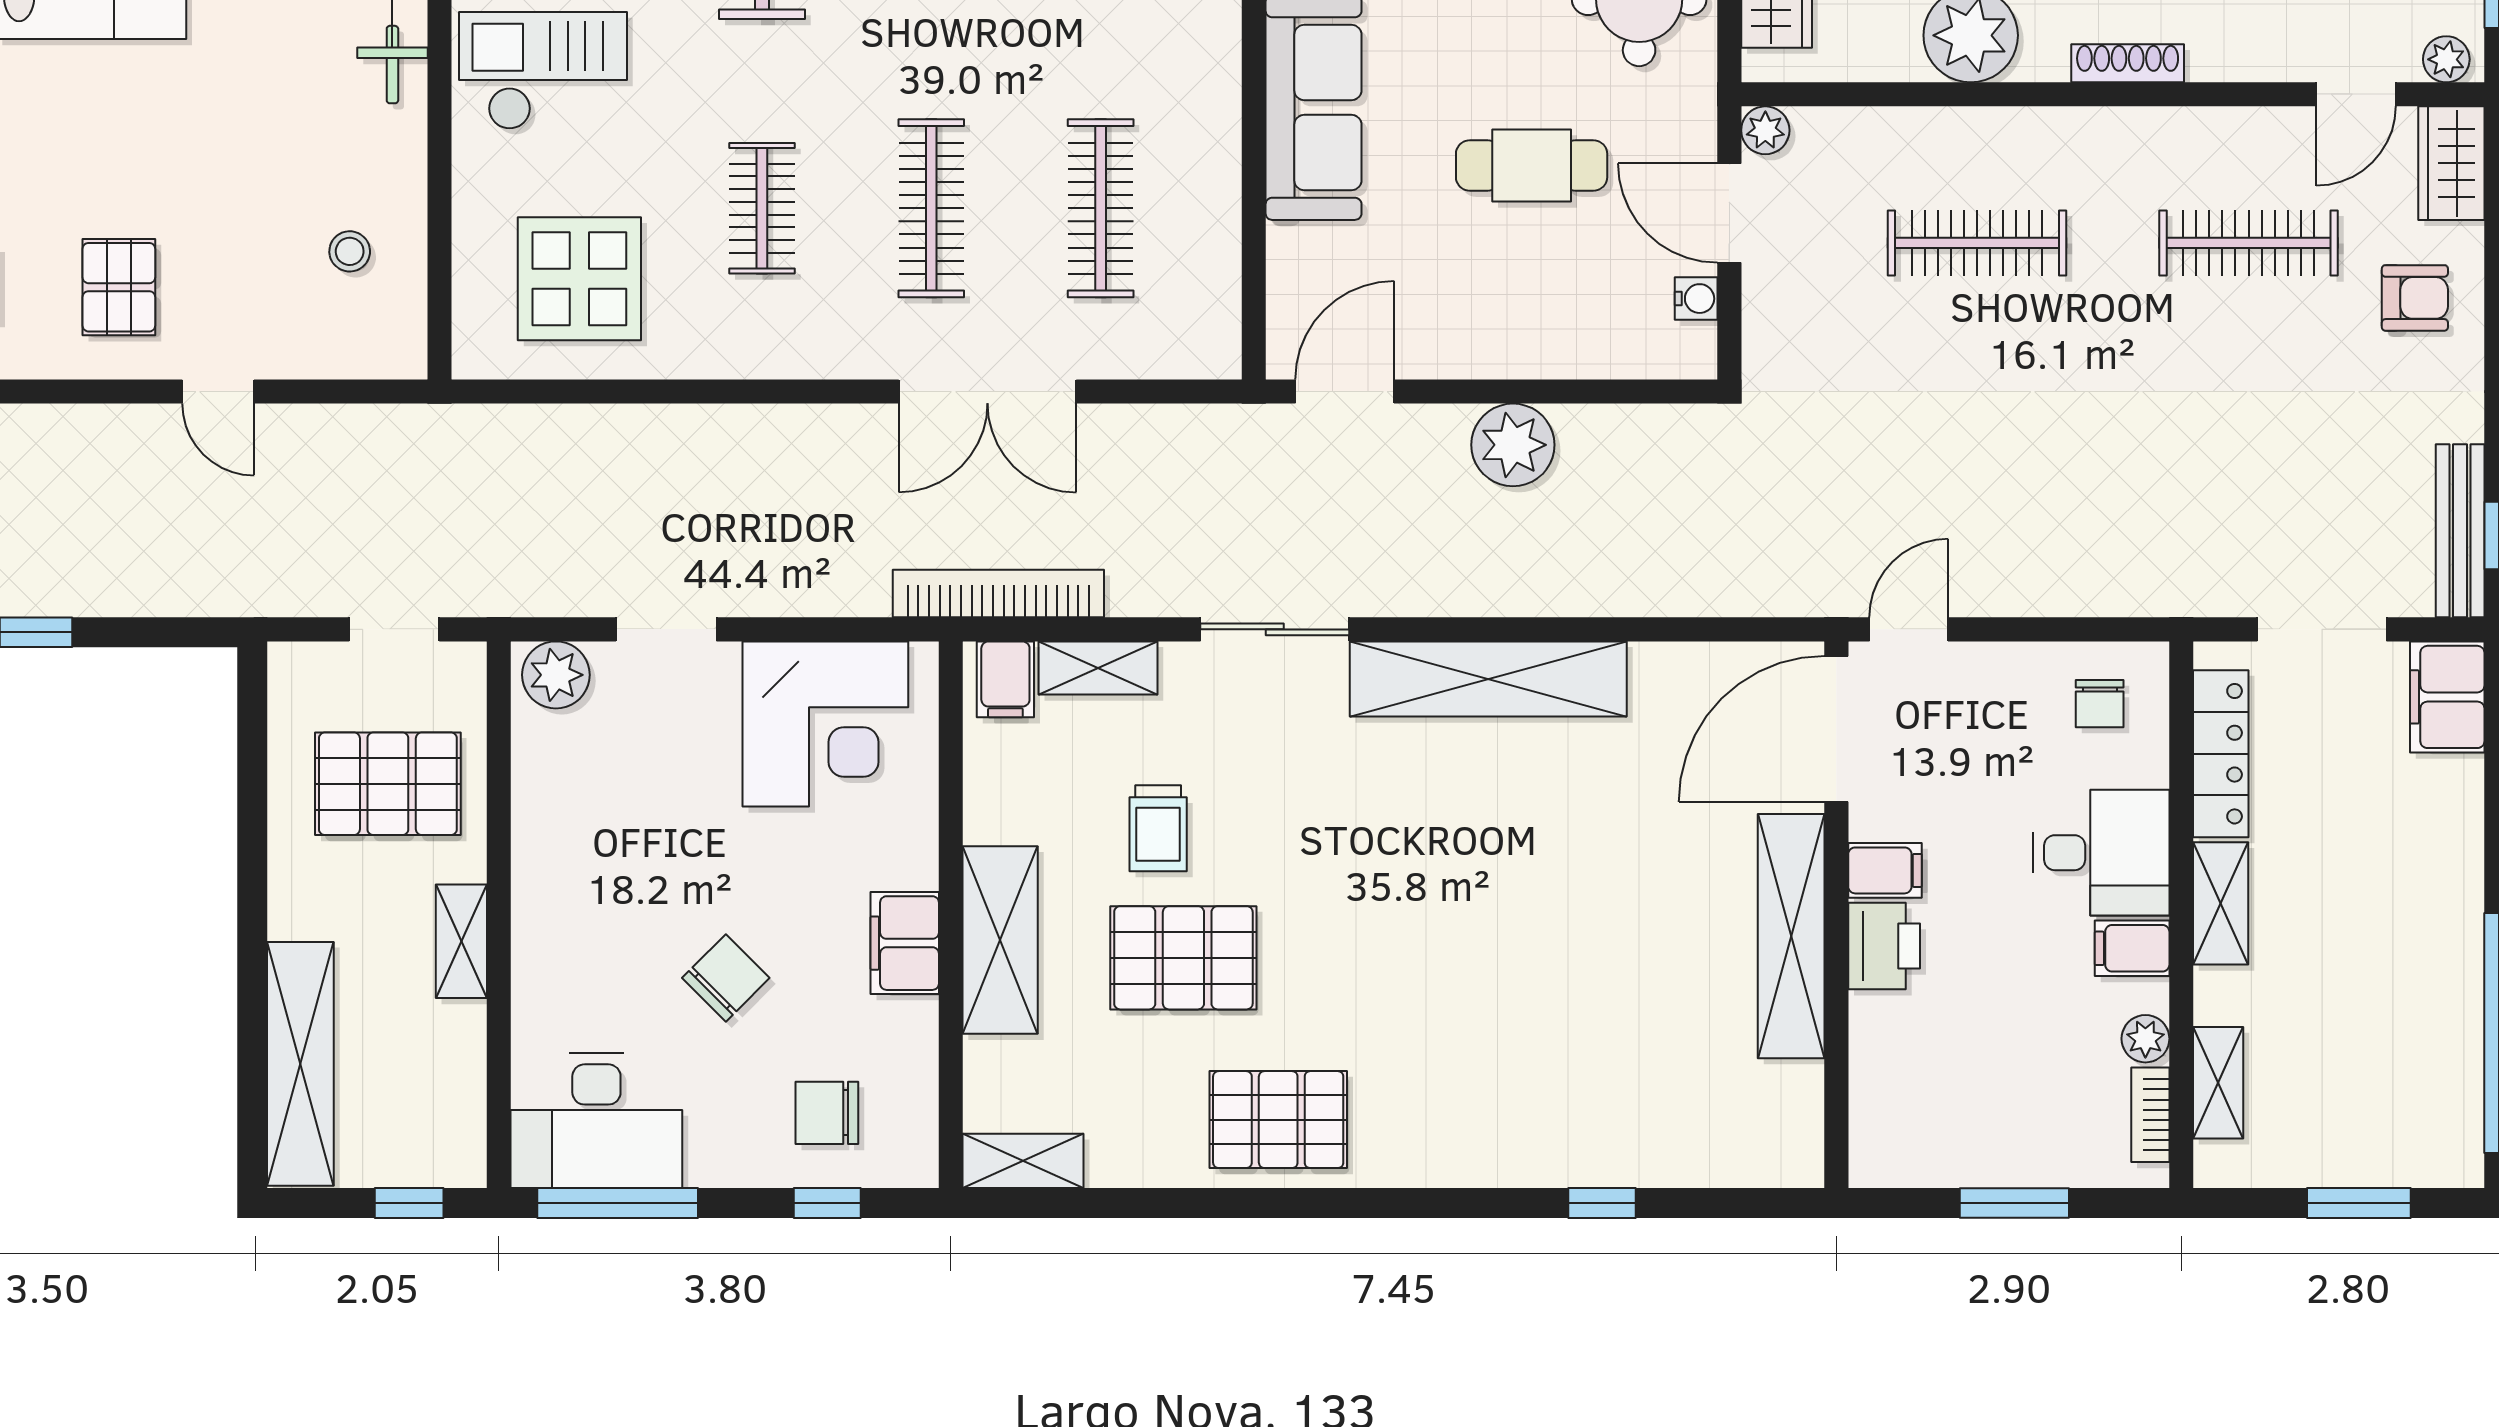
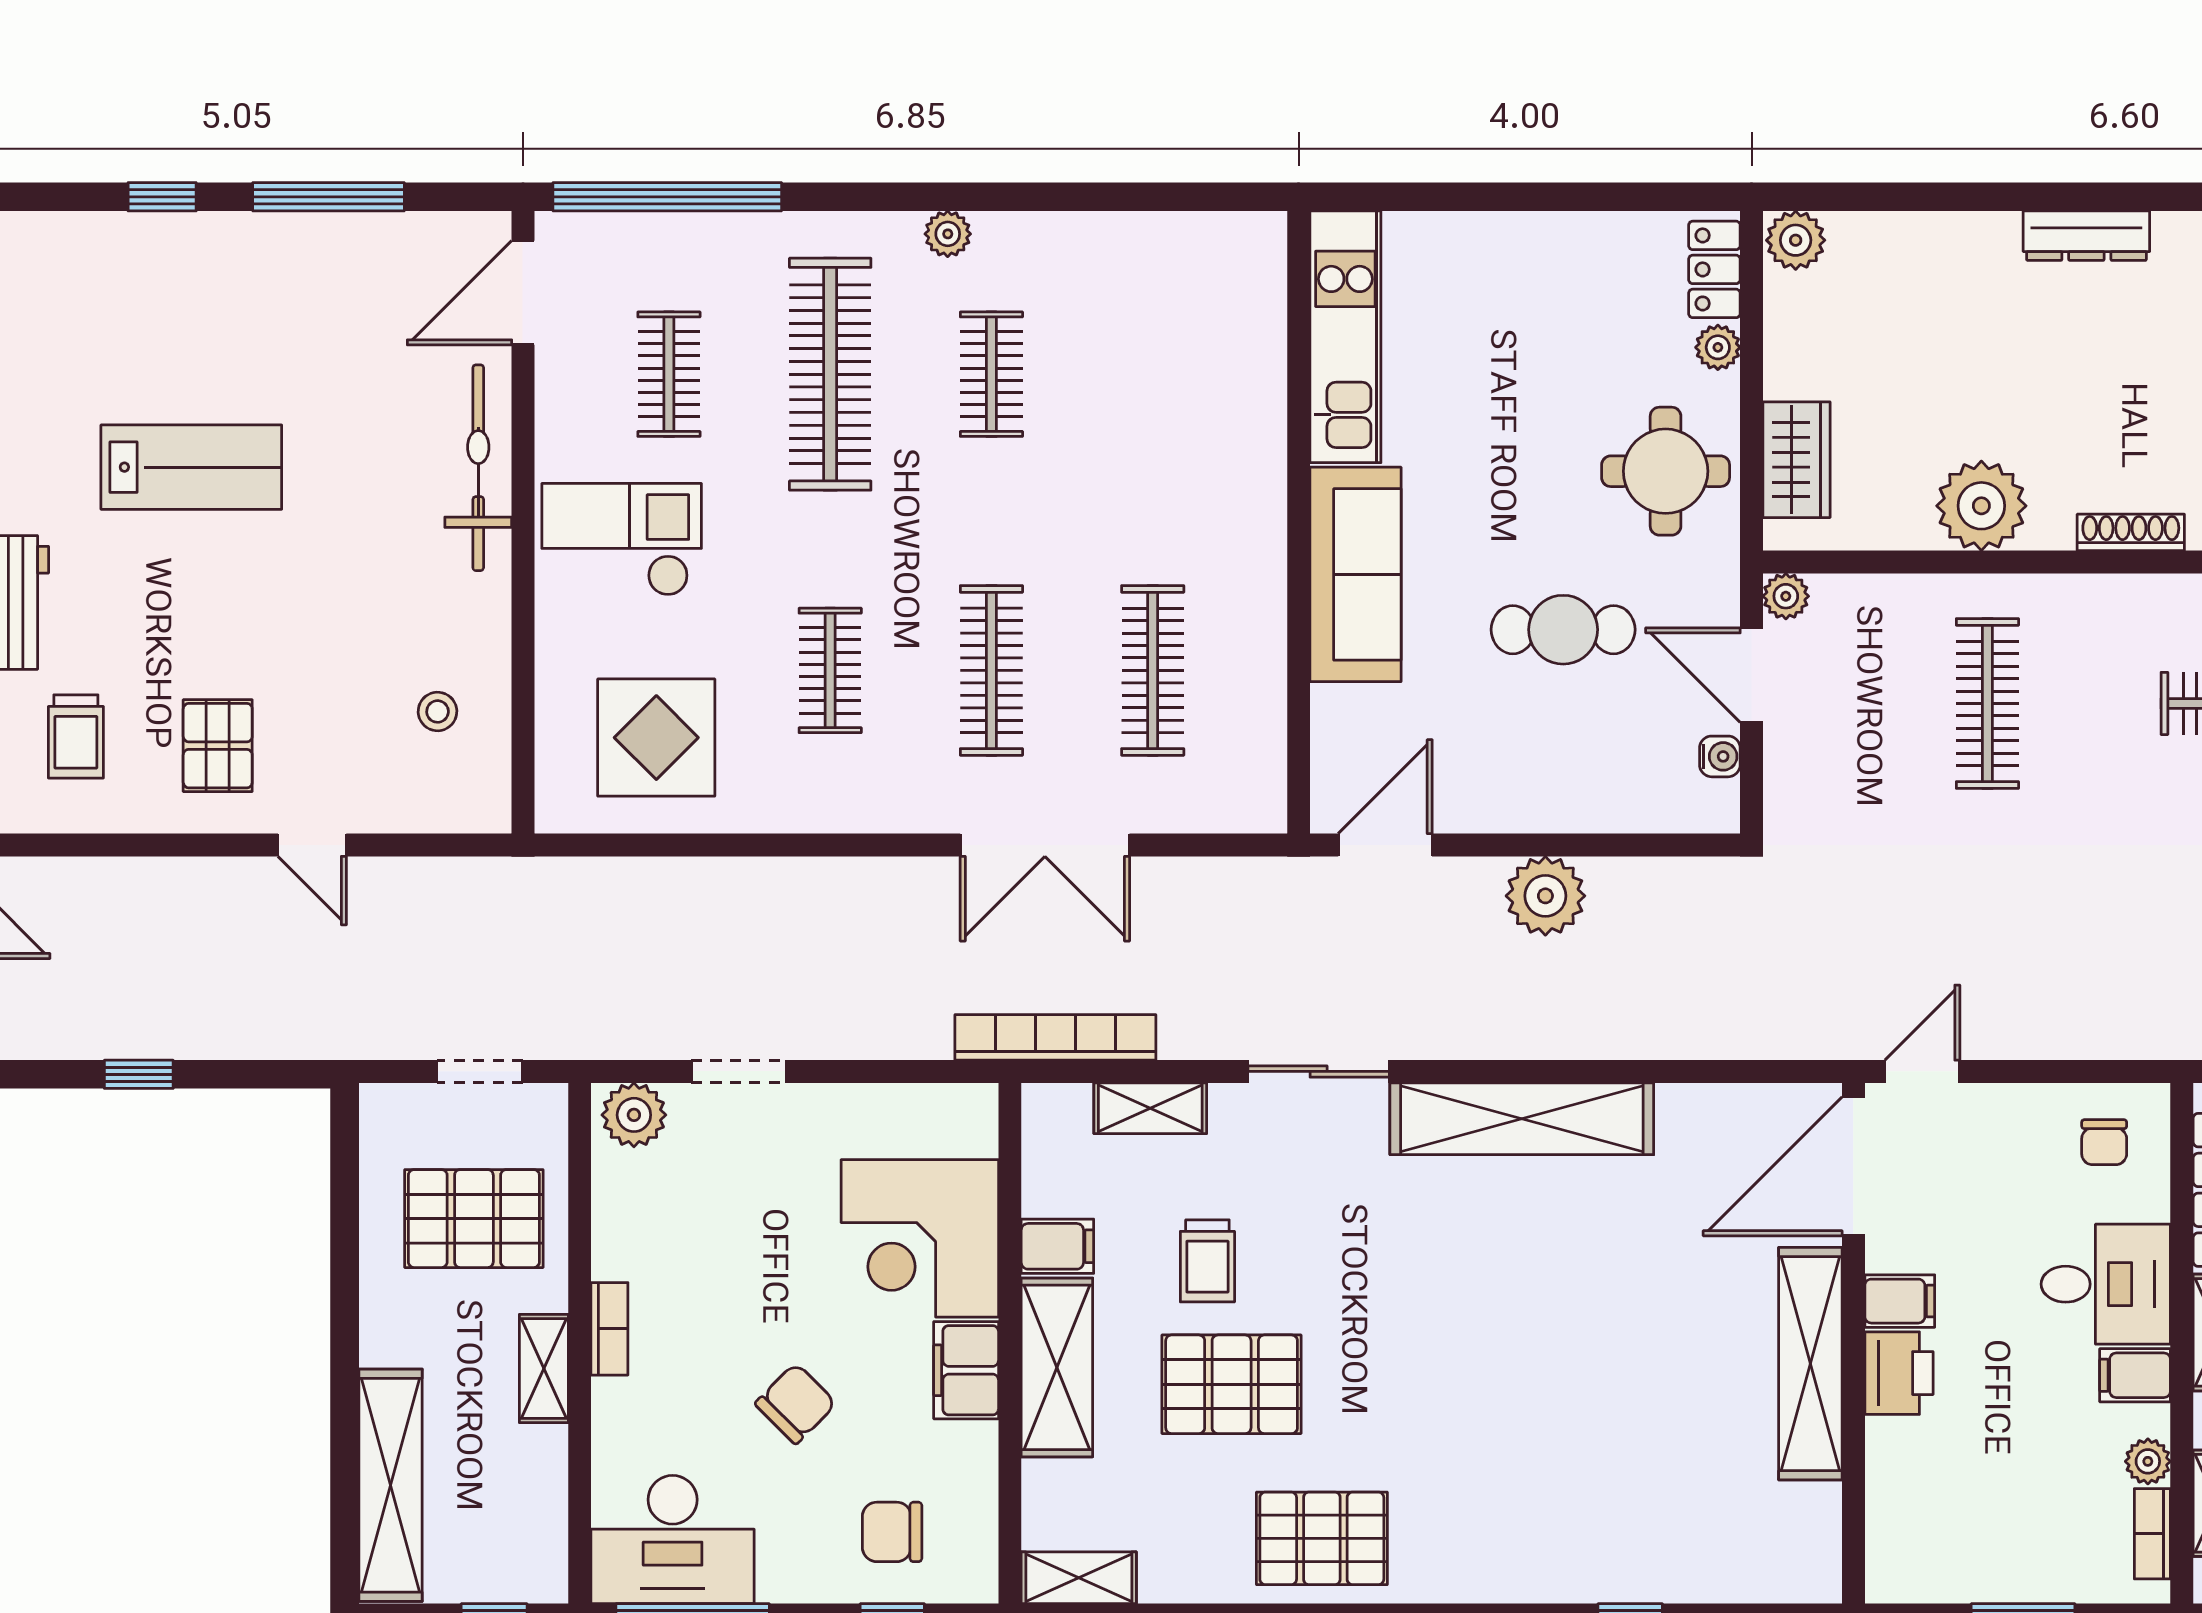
clothes rail: (1977, 243) -> (1987, 703), turned 90
filing cabinet: (1005, 679) -> (1057, 1246), moved, turned -90
corner desk: (825, 724) -> (920, 1238), moved, turned 90
bookcase: (530, 900) -> (609, 1329), added

